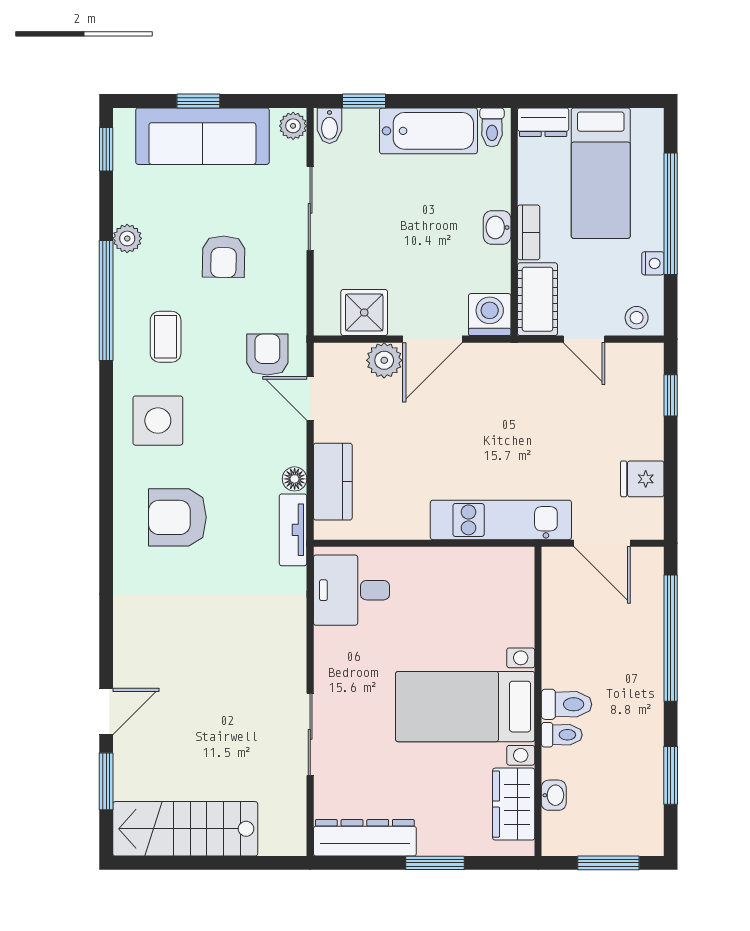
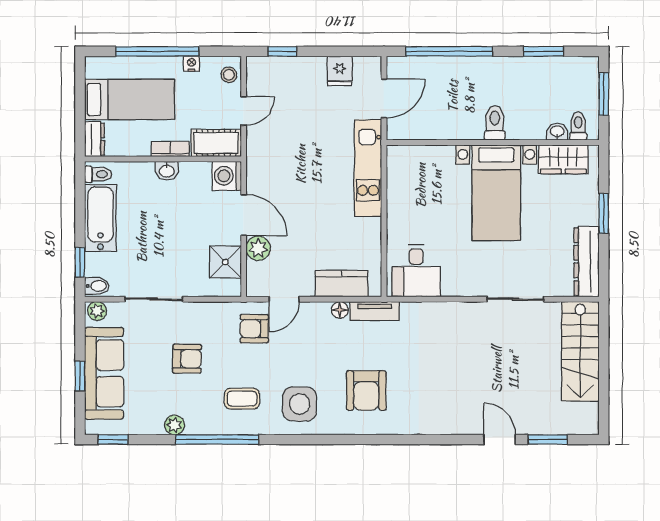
toilet: (562, 735) -> (578, 126), moved
stairs: (185, 829) -> (580, 351), moved

